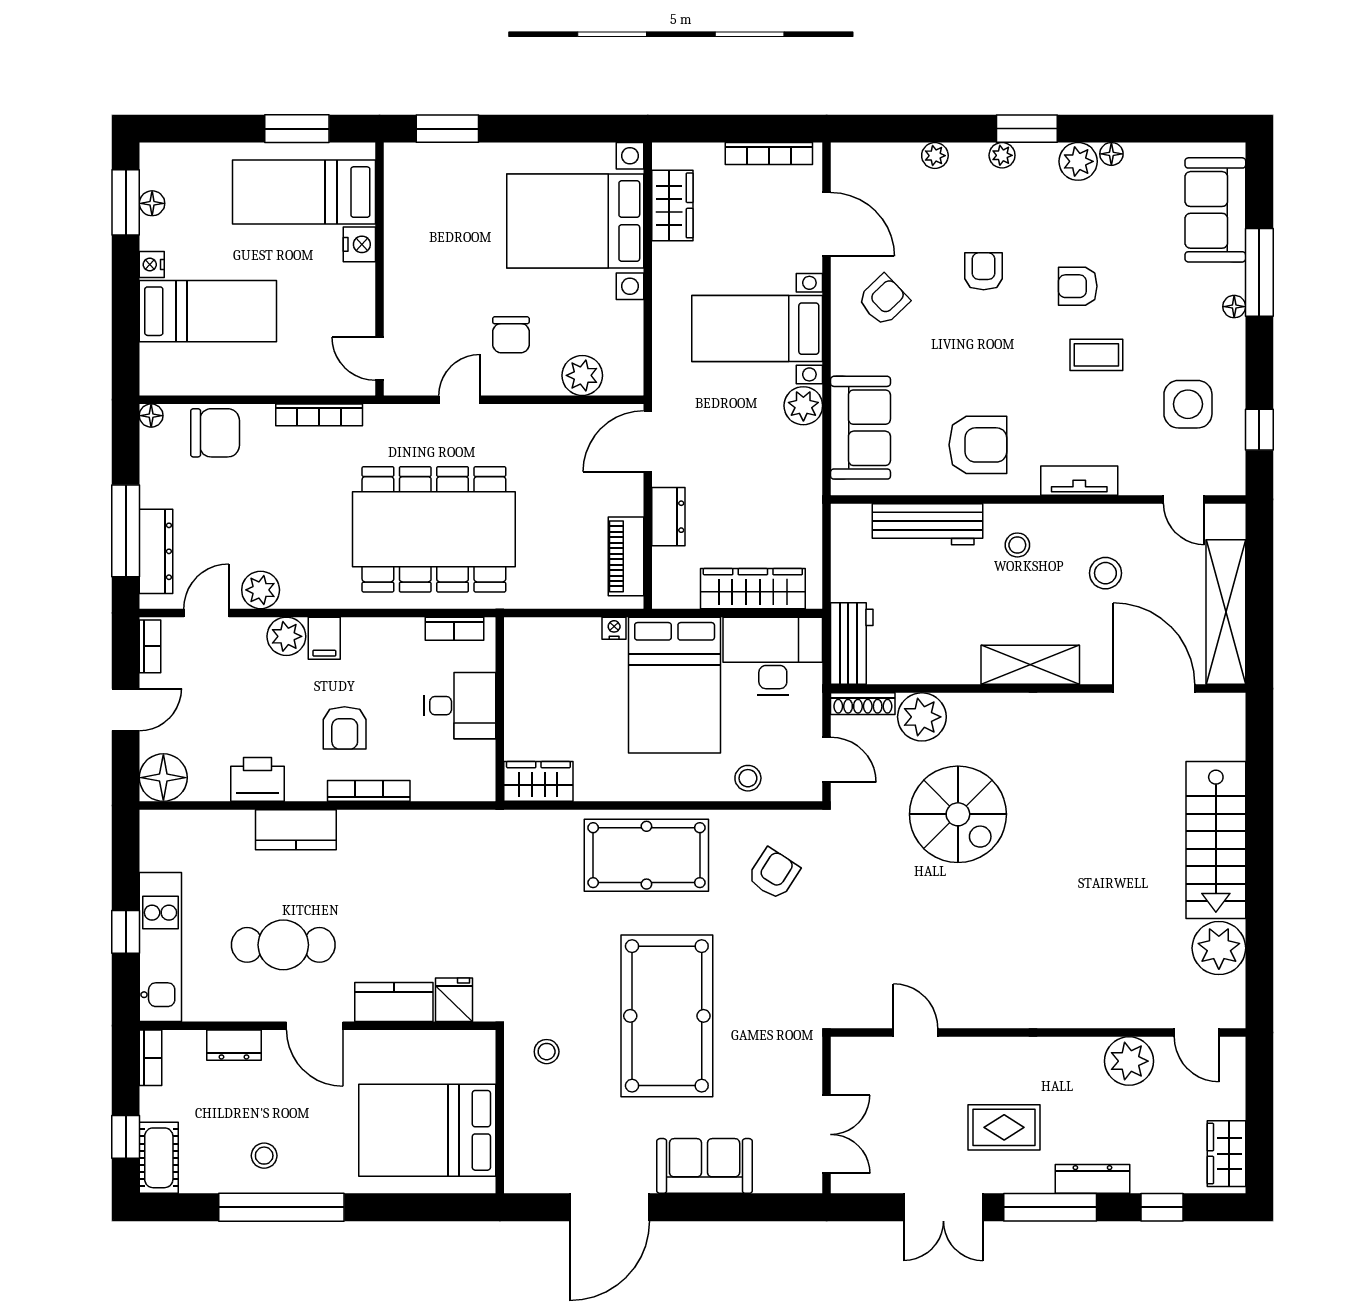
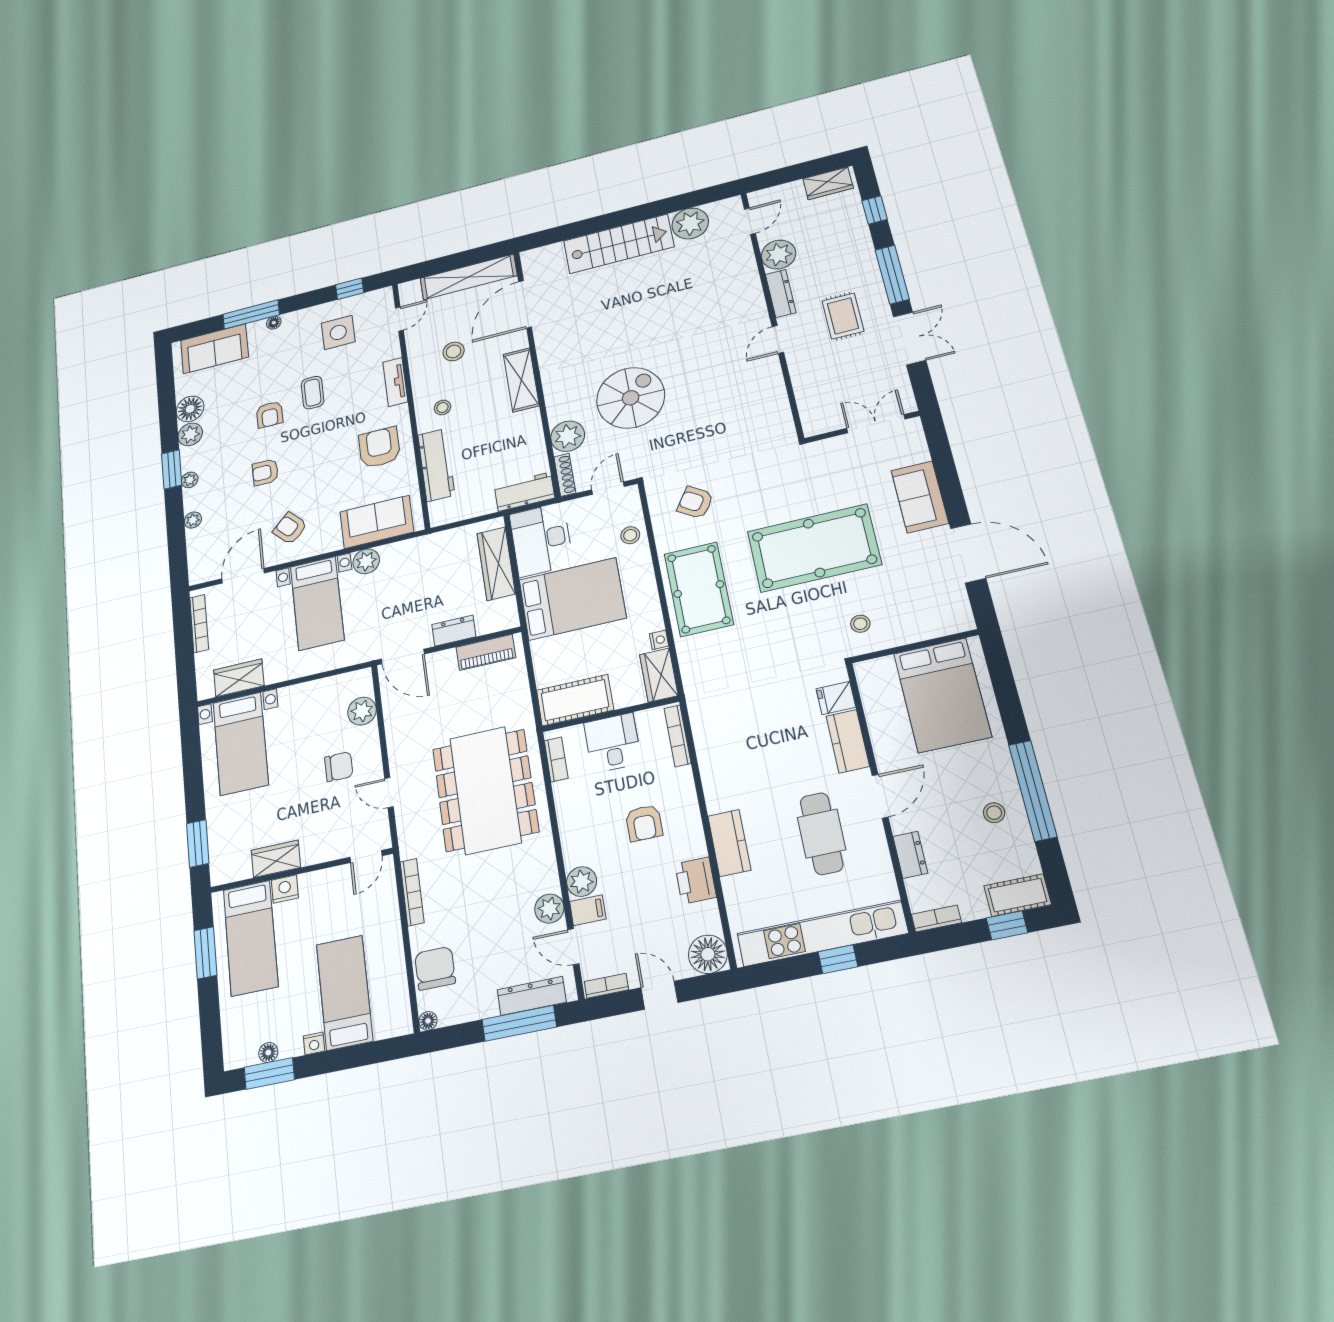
floor lamp: (1111, 154) -> (190, 409), width x1.89, depth x1.89
bed with nightstands: (575, 221) -> (241, 744), width x0.73
wardrobe: (403, 236) -> (276, 859), added
nightstand: (614, 628) -> (659, 640), moved, turned 180
filing cabinet: (324, 638) -> (588, 910), moved
cot: (530, 666) -> (575, 700), added
armchair: (345, 728) -> (644, 823), turned 90
bookcase: (369, 791) -> (678, 736), moved
kitchen unit: (160, 947) -> (822, 933), width x1.36
door: (916, 1033) -> (778, 339), moved
dresser: (1092, 1179) -> (781, 293), moved, turned 180

